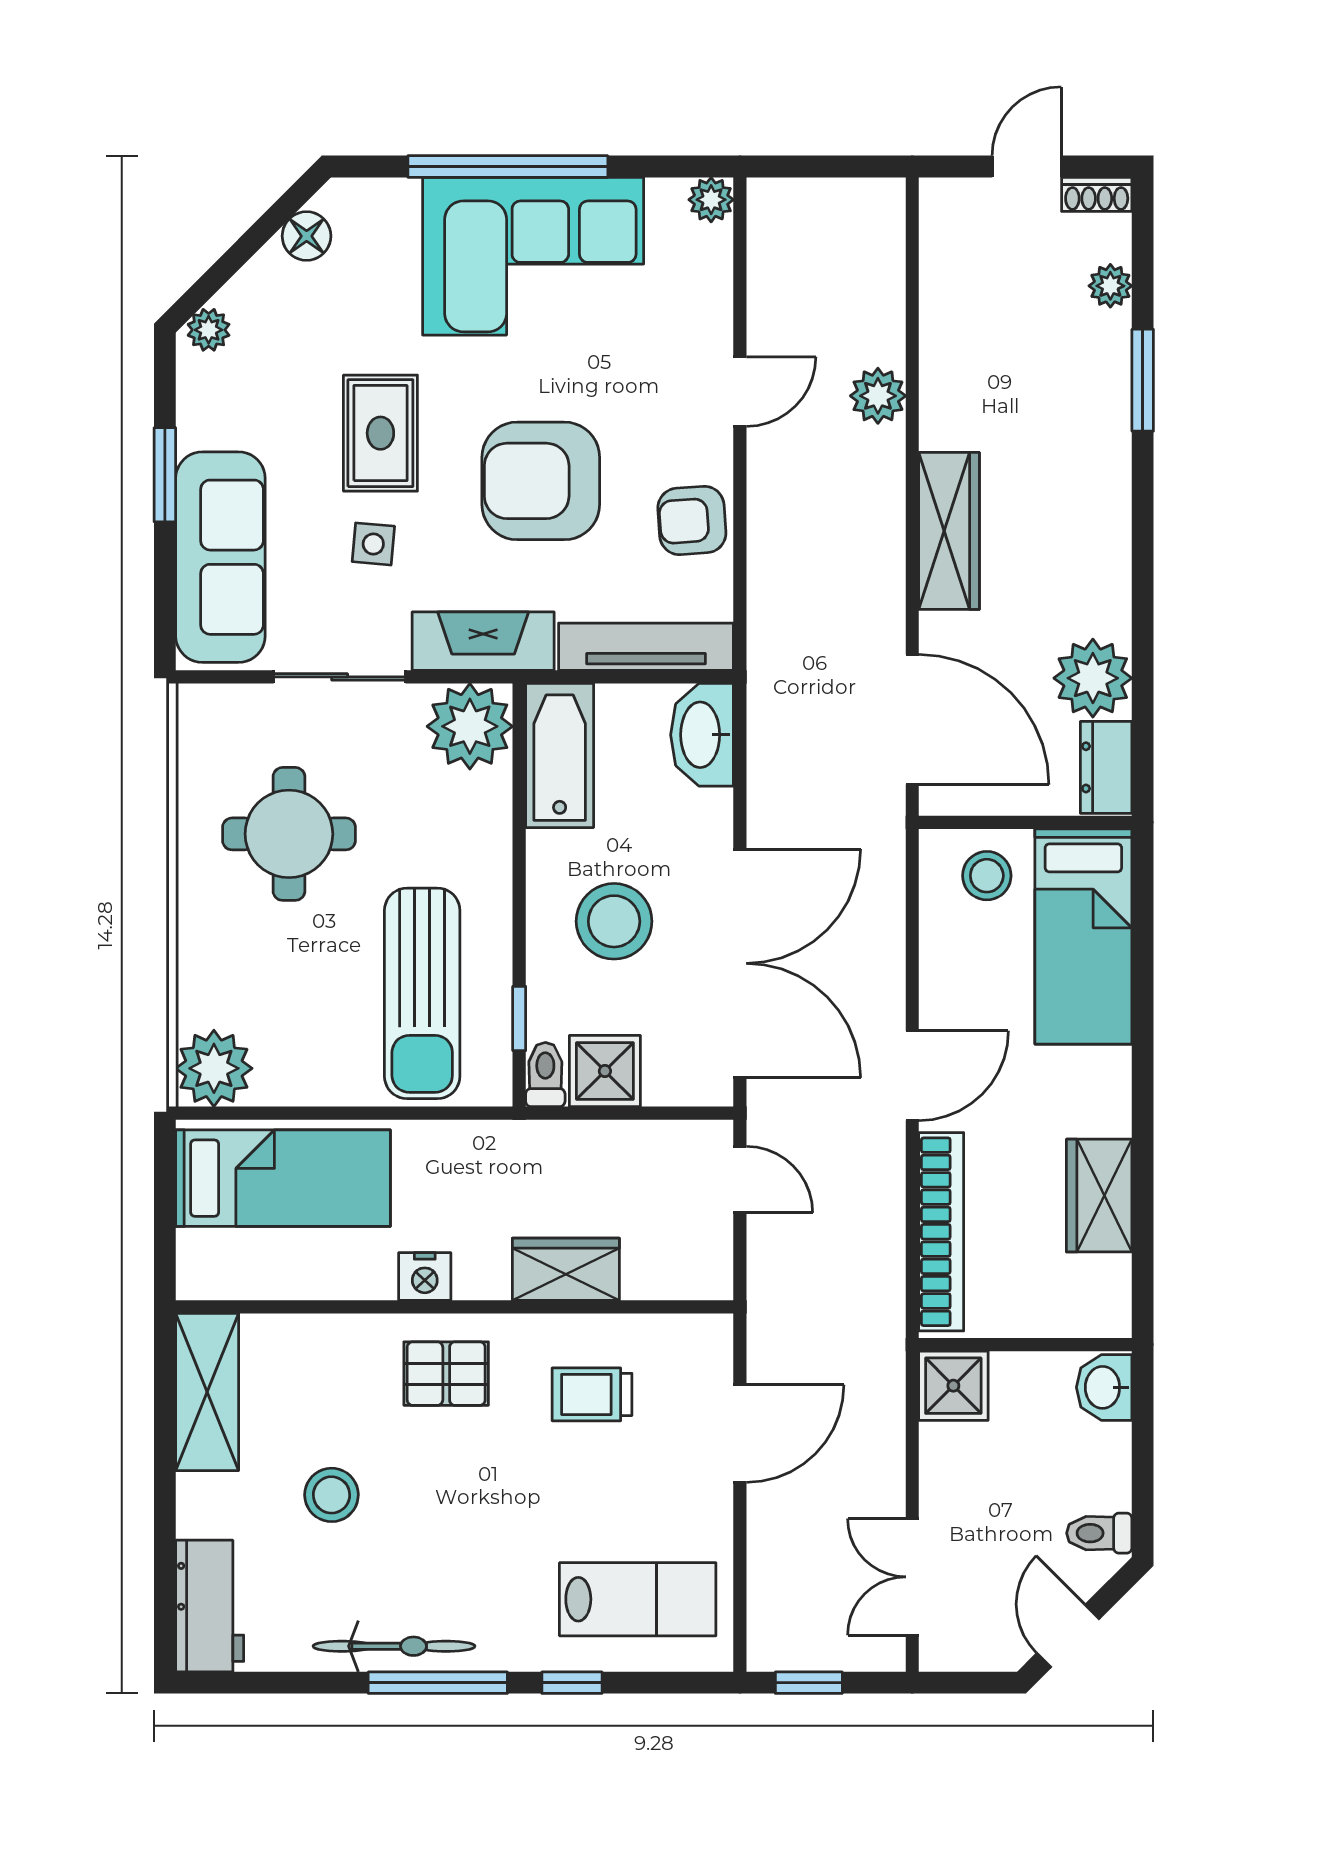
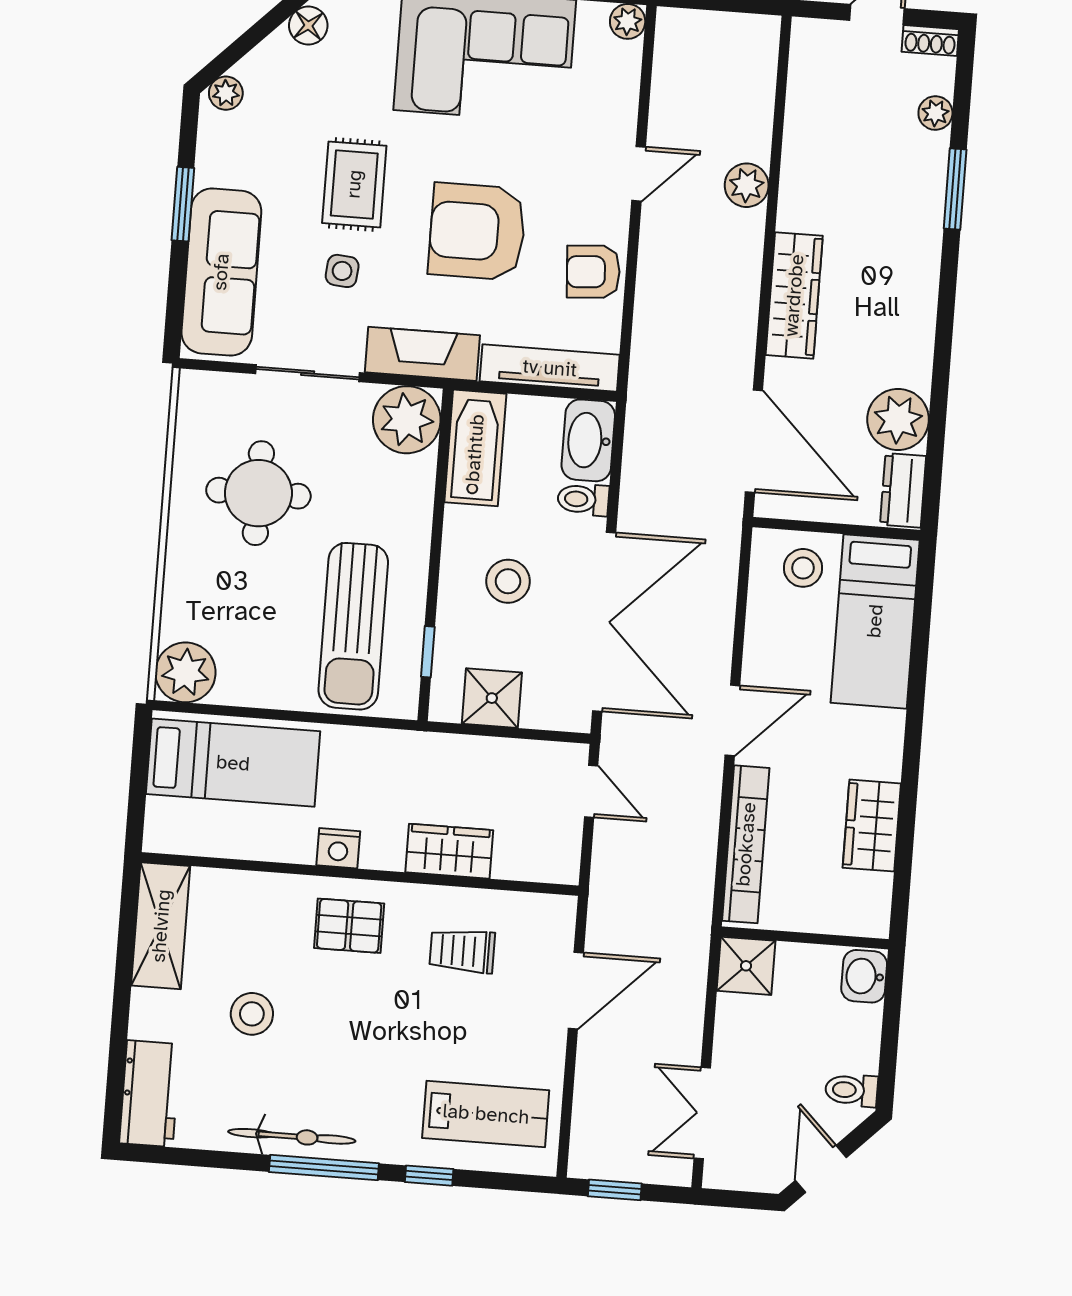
stool: (614, 921) -> (508, 581), width x0.73, depth x0.73
toilet: (545, 1075) -> (583, 499), moved, turned -90

